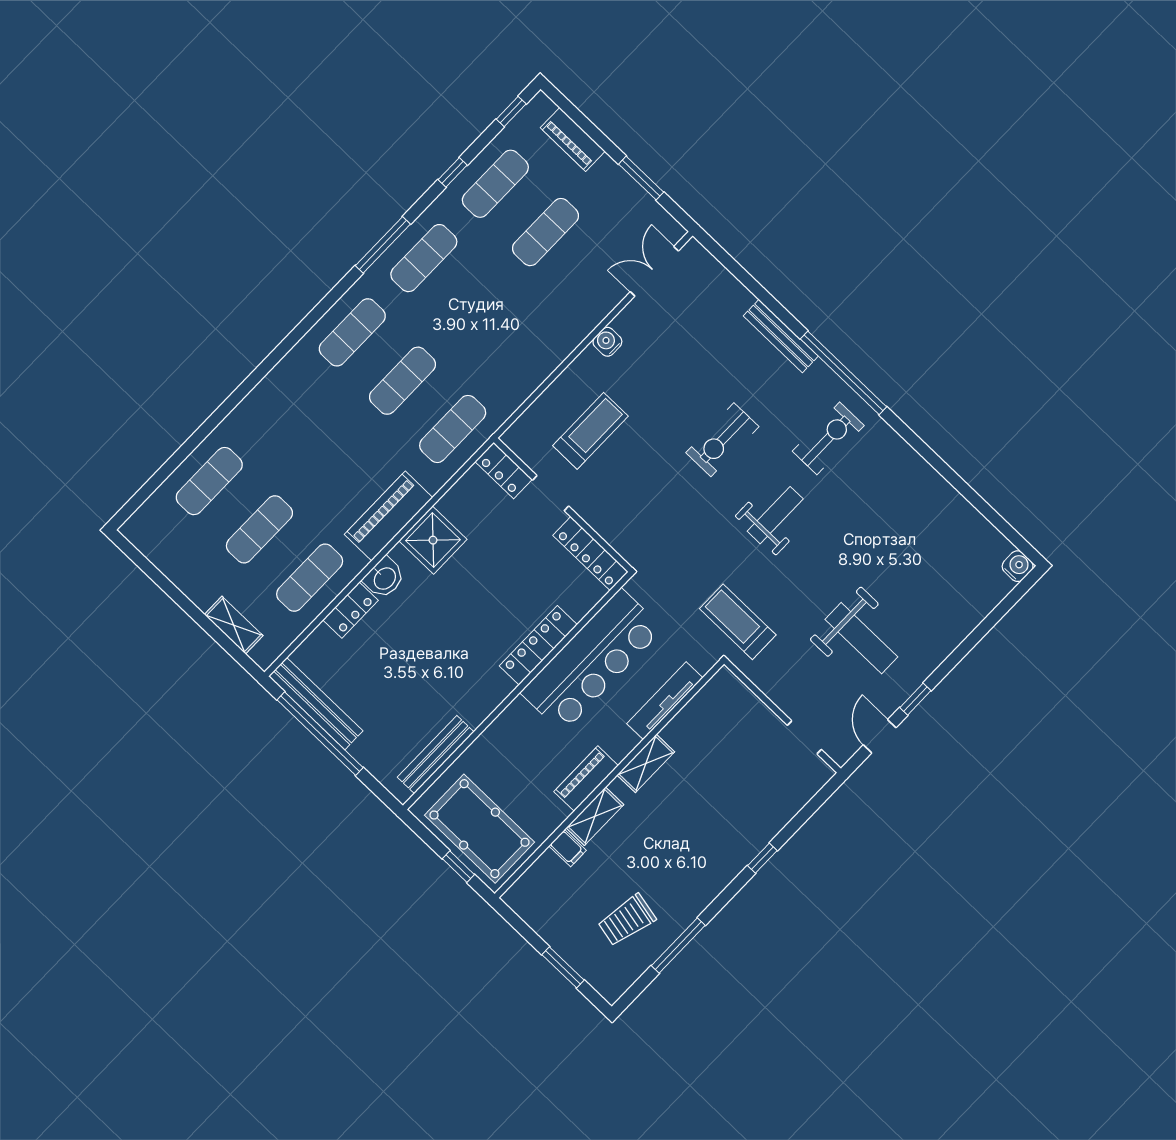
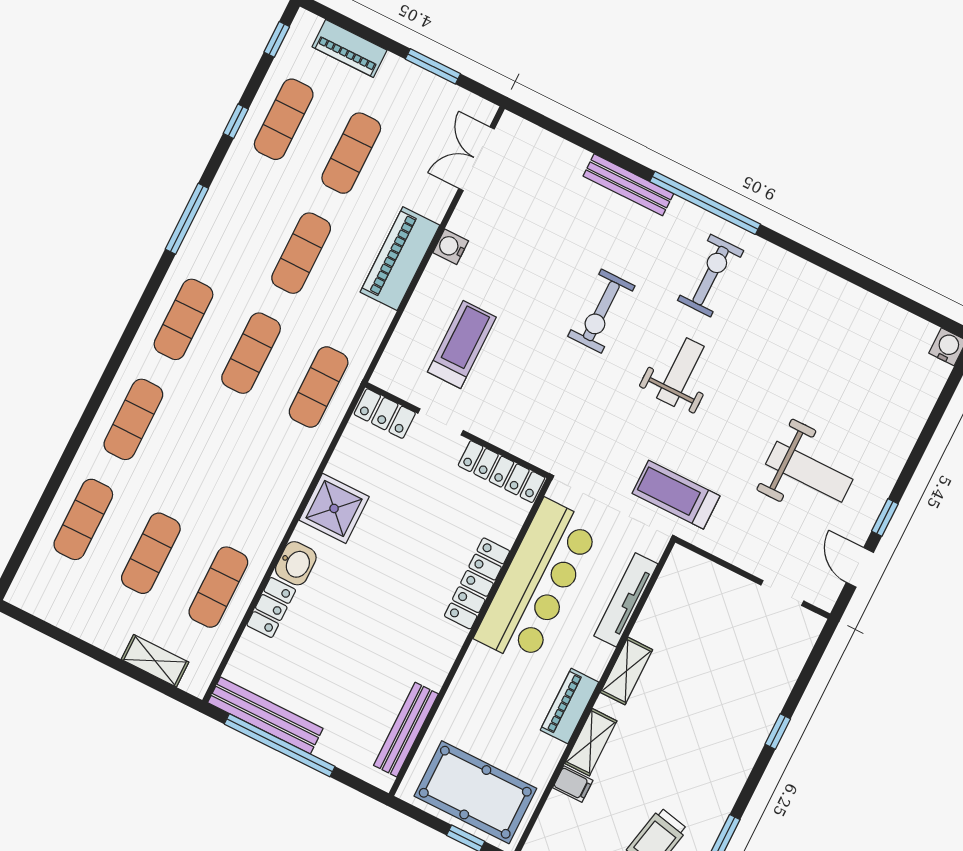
exercise mat: (424, 258) -> (301, 253), moved
exercise mat: (281, 407) -> (133, 419), added
piano: (389, 516) -> (400, 259), moved

